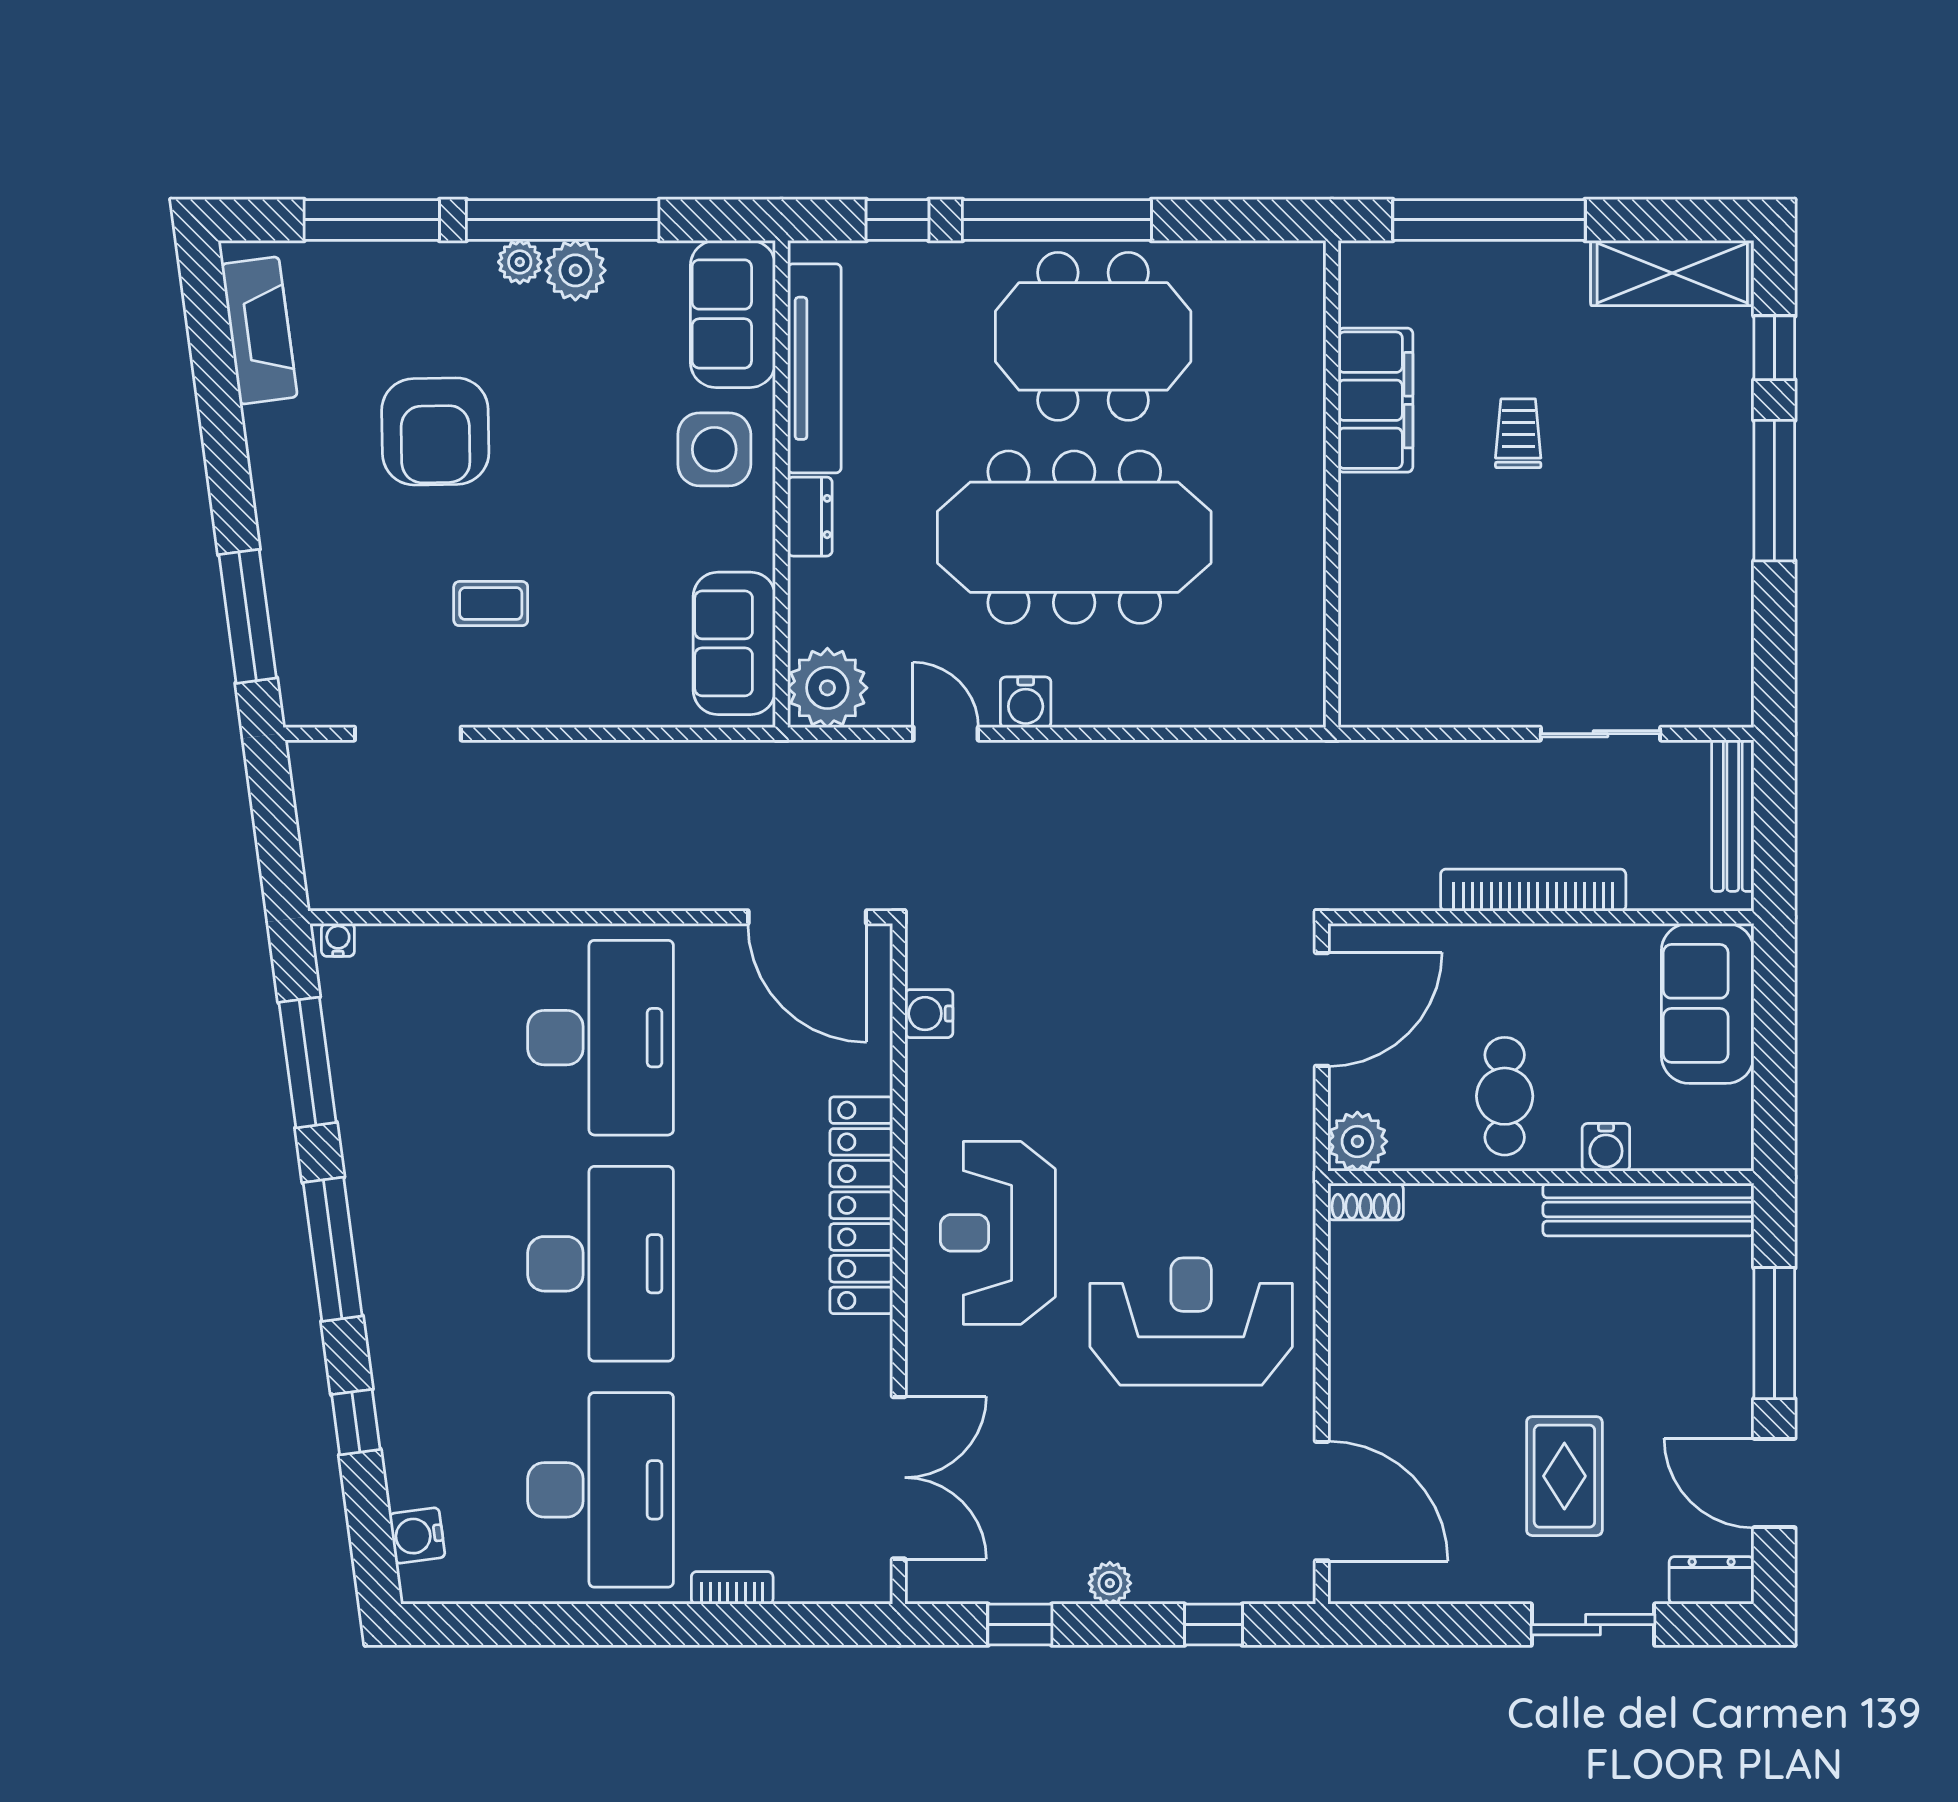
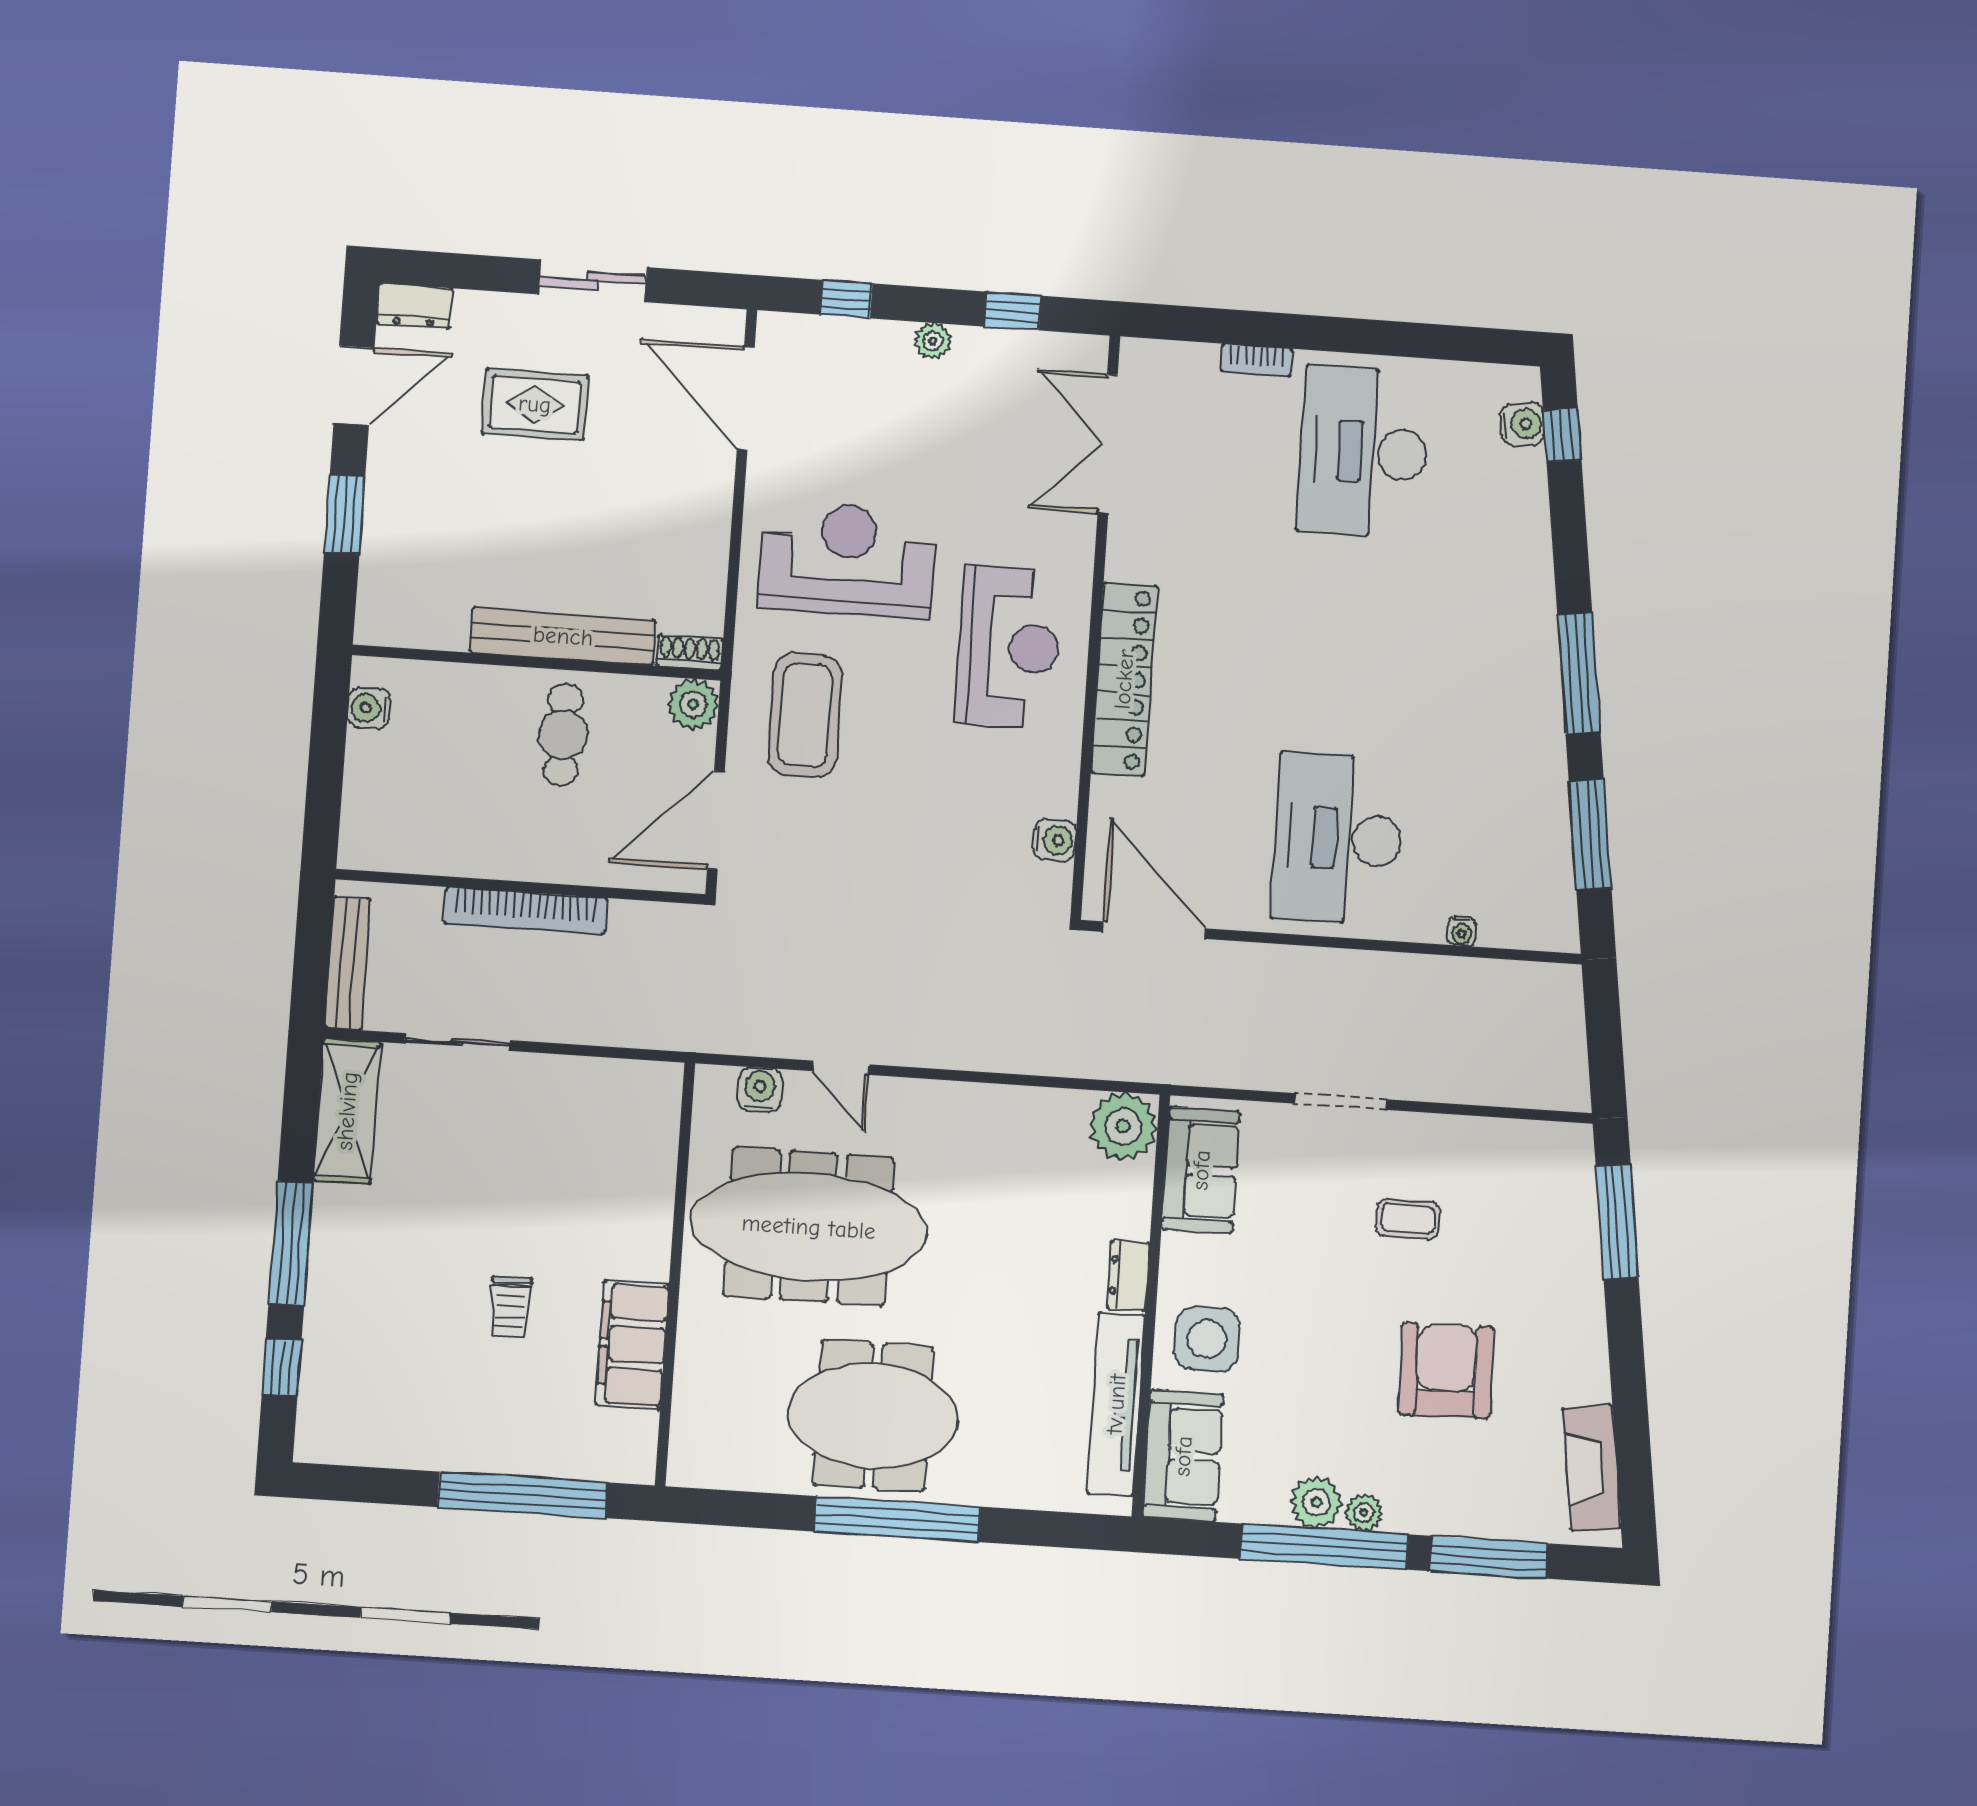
window: (898, 220) -> (1035, 1528), removed
shelving: (1672, 273) -> (347, 1111), moved, turned 90
meeting table: (1074, 537) -> (809, 1227), moved
water cooler: (1026, 702) -> (760, 1090), moved
doorway: (408, 734) -> (1341, 1101), moved
door: (946, 734) -> (841, 1068), moved
water cooler: (338, 940) -> (1462, 932), moved
sofa: (1708, 1003) -> (381, 802), removed
coffee table: (1228, 1138) -> (805, 715), added
water cooler: (1606, 1147) -> (369, 708), moved, turned -90
bench: (1648, 1209) -> (563, 636), moved
desk: (601, 1264) -> (1351, 645), removed
reception desk: (1191, 1322) -> (847, 560), turned 180
window: (1774, 1333) -> (345, 514), width x0.69
window: (356, 1422) -> (1562, 435), moved
rug: (1564, 1476) -> (535, 404), turned 90
door: (1774, 1483) -> (354, 386), hinge flipped
sliding door: (1593, 1625) -> (592, 281), moved

